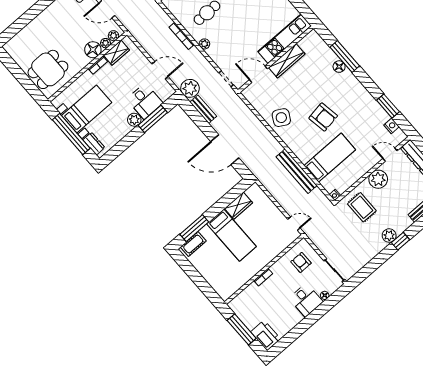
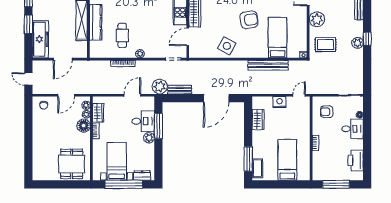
nightstand: (272, 211) -> (280, 102), added
bed: (232, 235) -> (287, 160), moved, turned -90
printer: (266, 335) -> (356, 160), moved, turned -90

